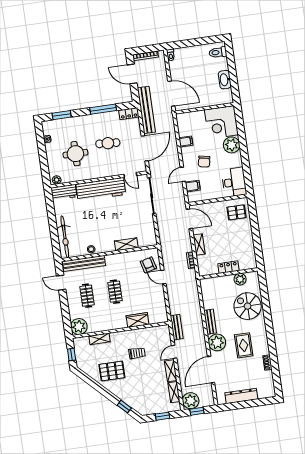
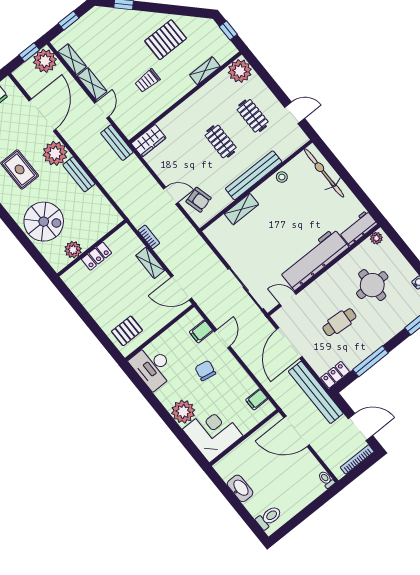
filing cabinet: (186, 141) -> (257, 399), moved
bench: (84, 263) -> (254, 175), moved
wardrobe: (138, 320) -> (149, 141), moved

